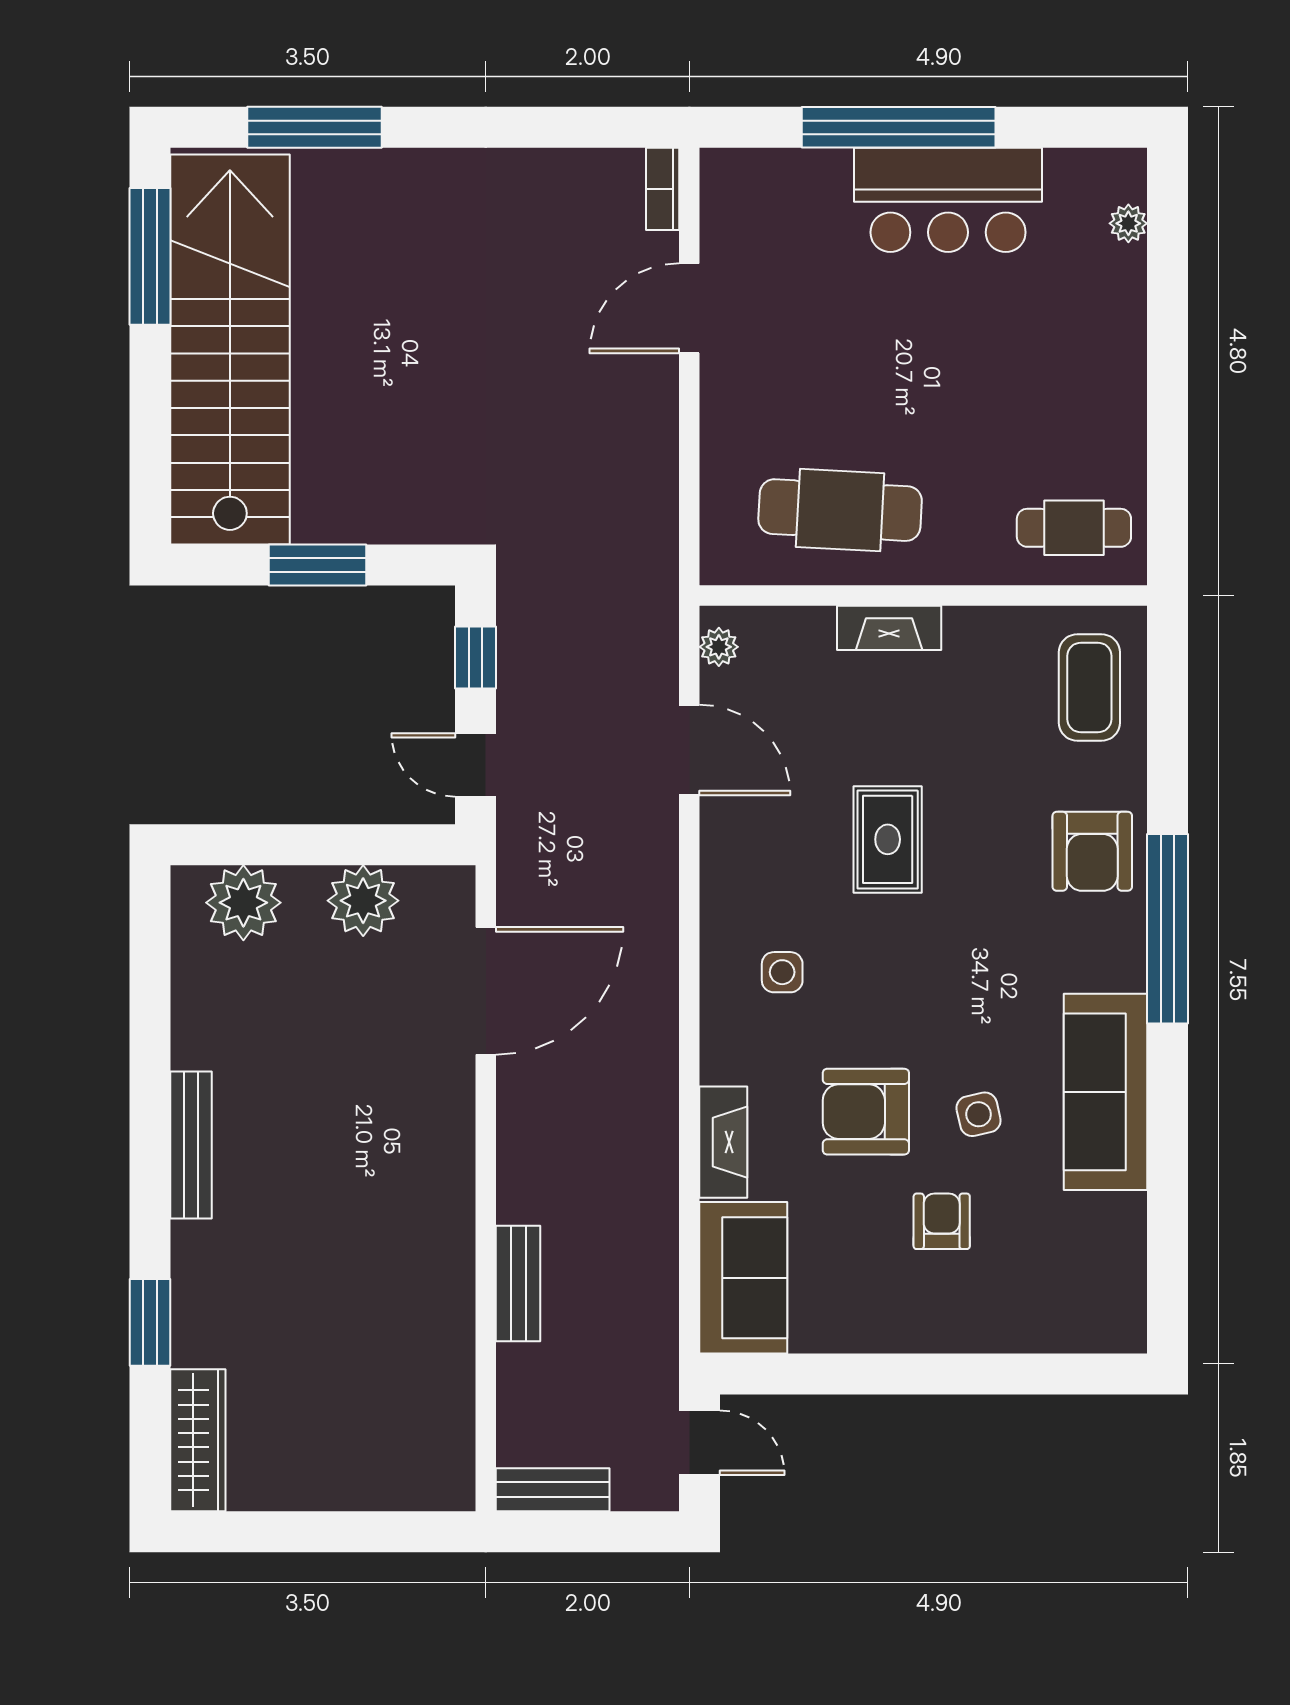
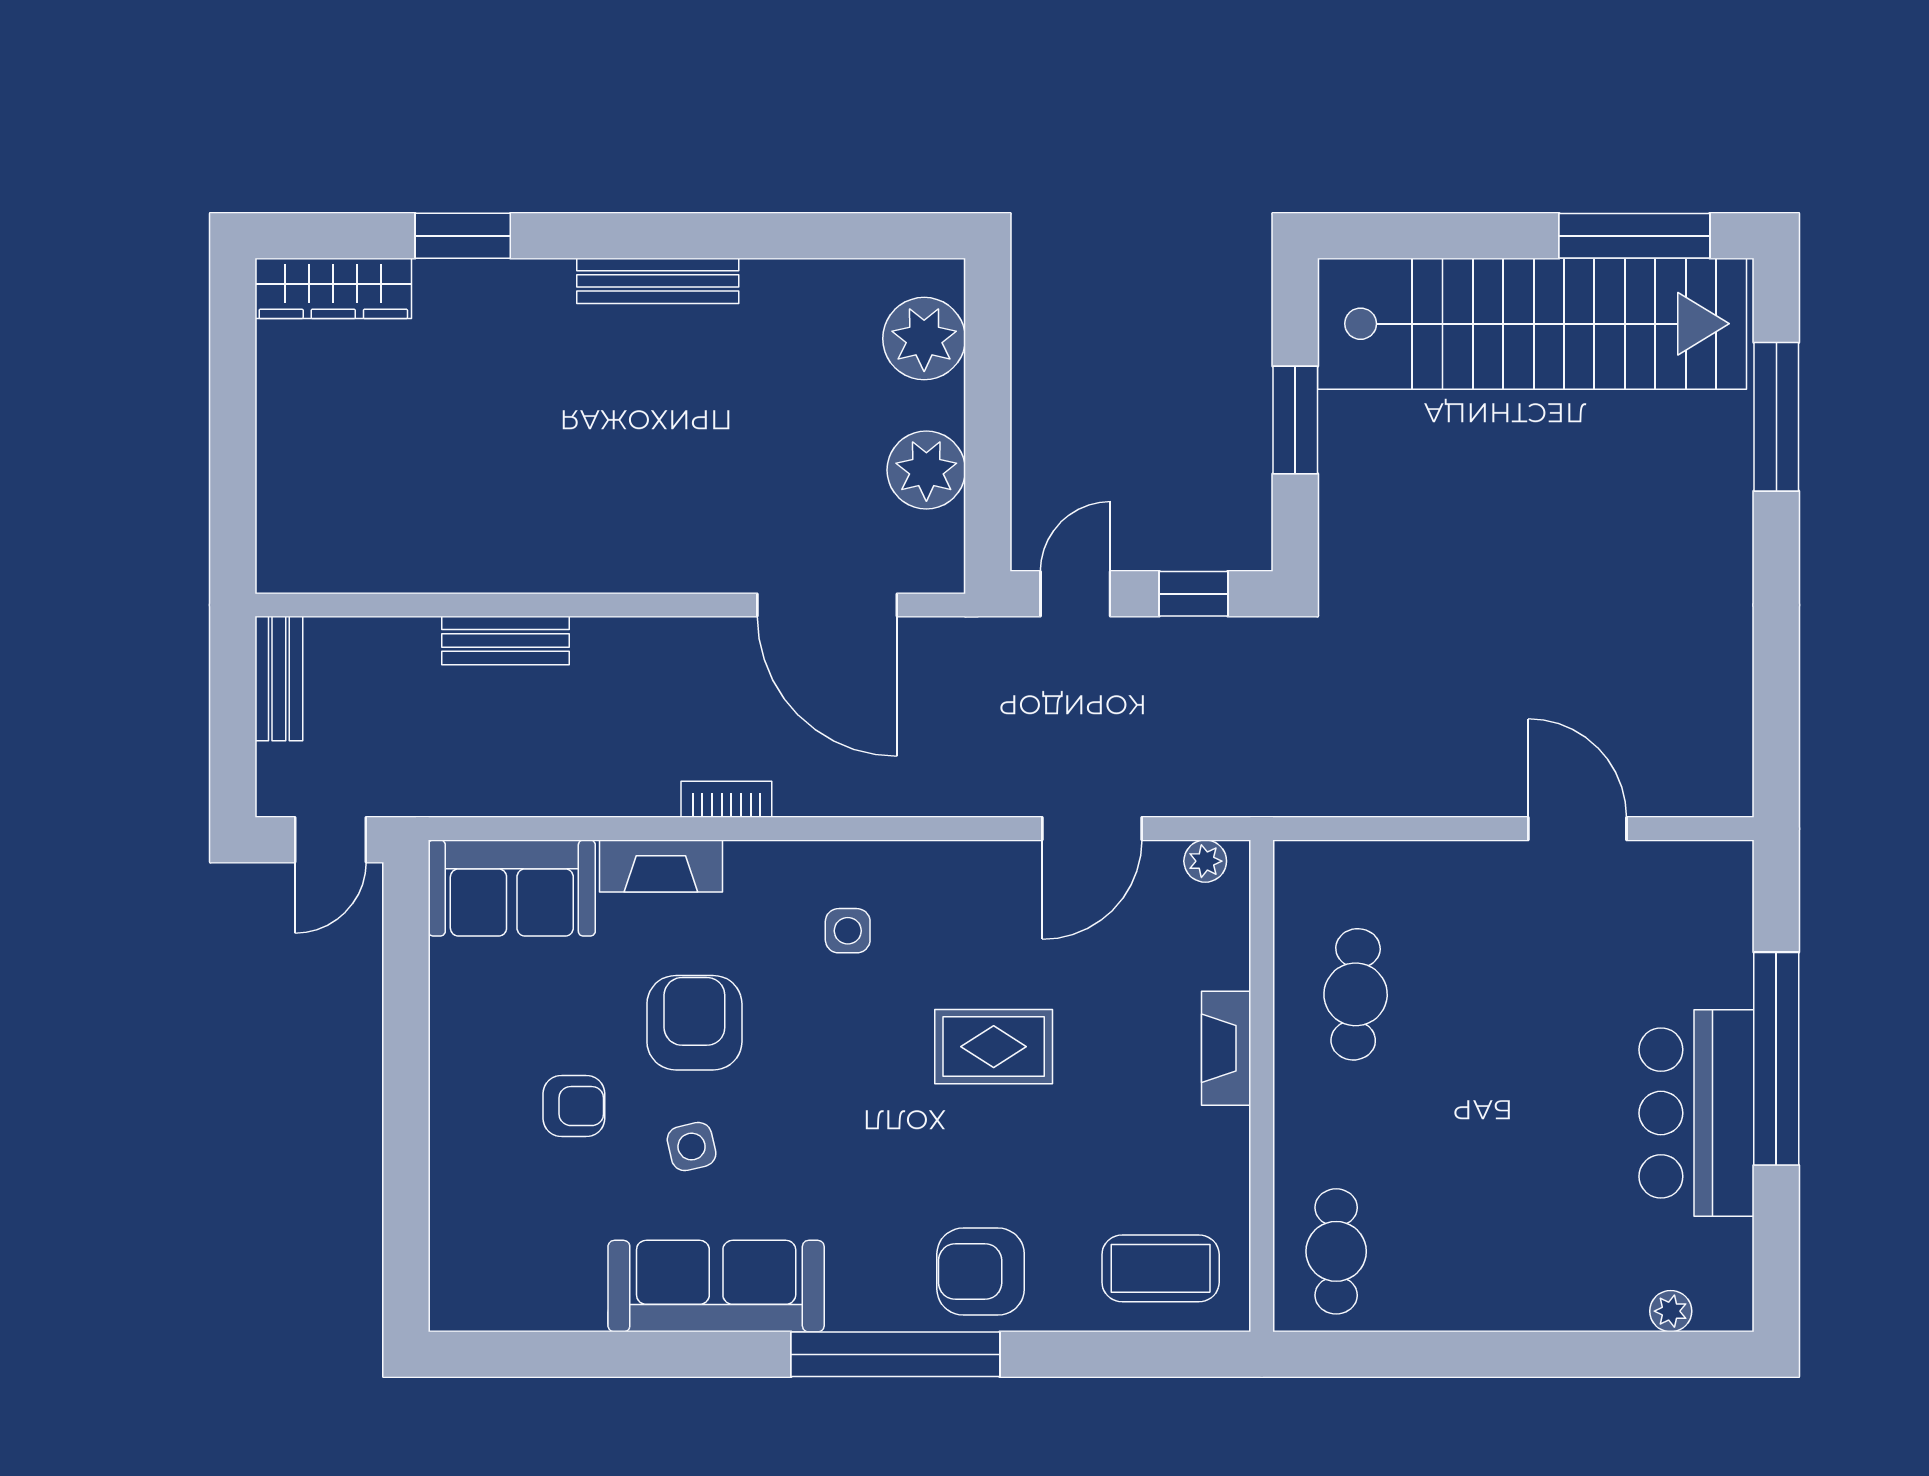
bookcase: (663, 189) -> (726, 799), moved
cafe table: (840, 510) -> (1356, 994), width x0.73, depth x0.74

